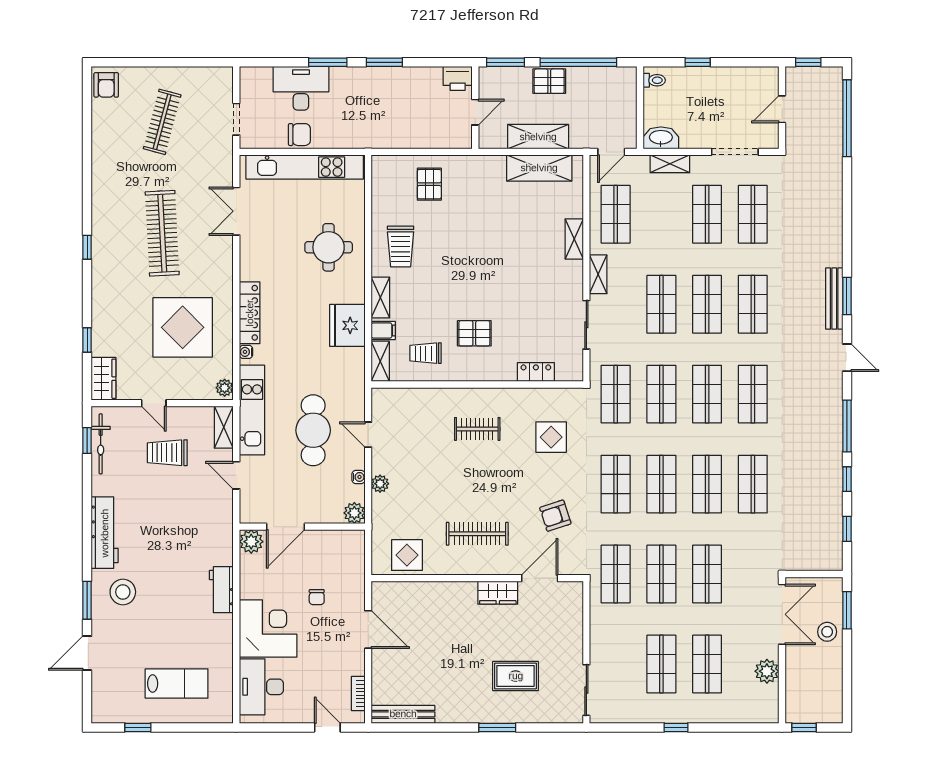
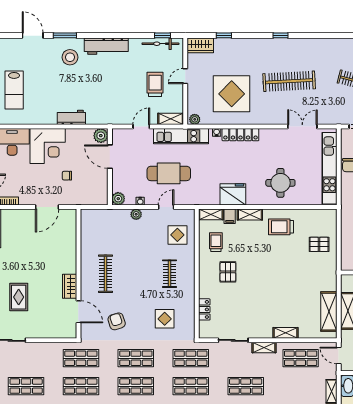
display table: (407, 555) -> (177, 235), moved

